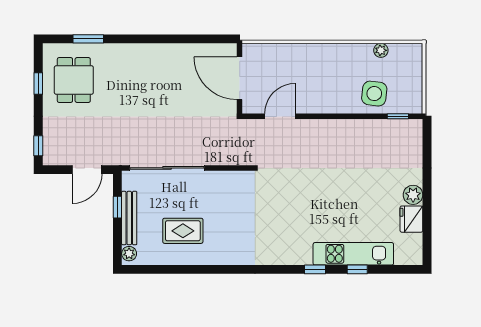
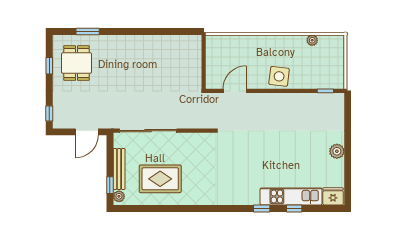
door: (240, 78) -> (204, 62), removed
side table: (374, 94) -> (279, 76), moved
window: (117, 207) -> (110, 185), moved
fridge: (411, 219) -> (333, 196), moved, turned 90
rug: (183, 231) -> (160, 179), width x1.36, depth x1.43

